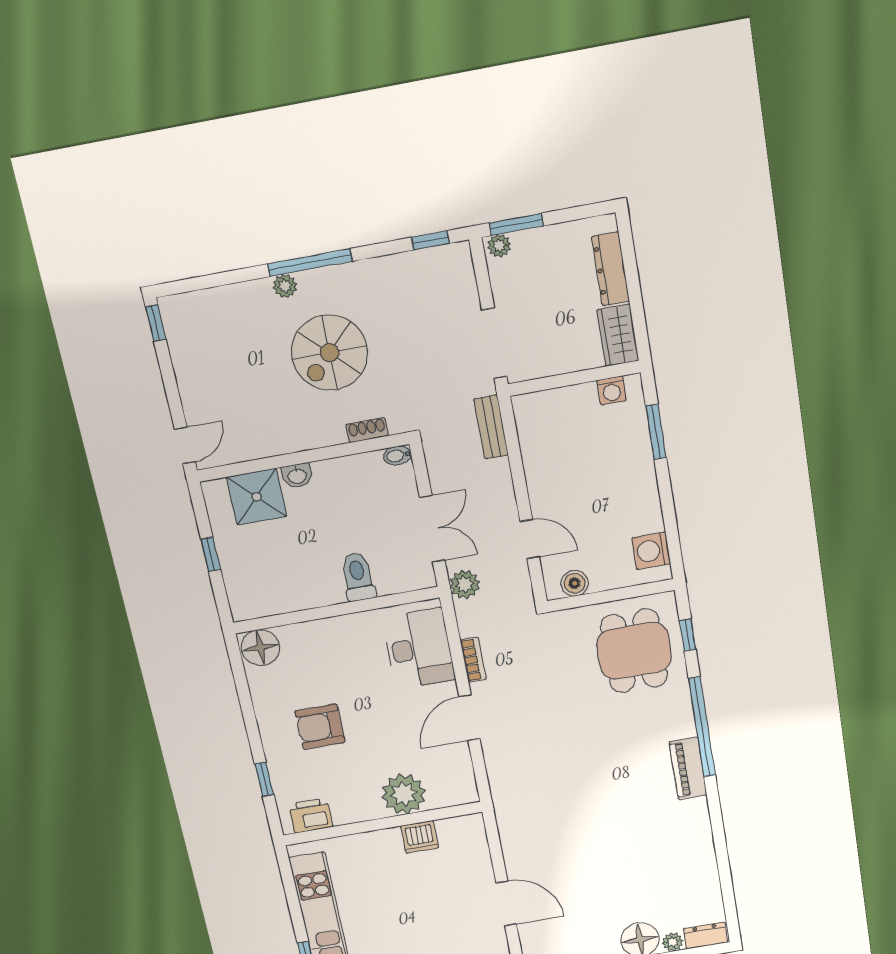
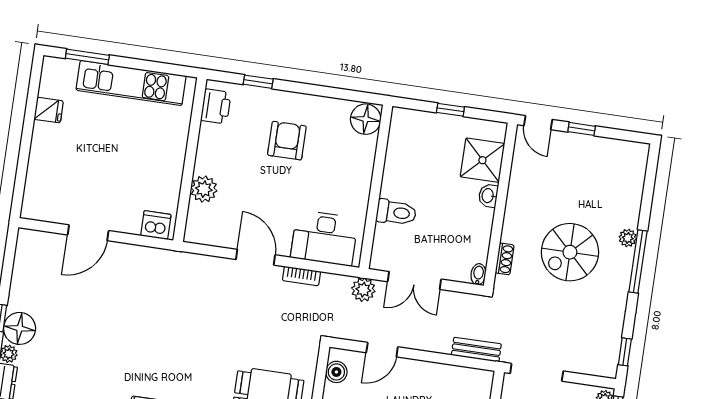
window: (156, 323) -> (582, 129), moved
spiral stairs: (329, 353) -> (570, 252), turned -90
plant: (404, 794) -> (204, 189), width x0.73, depth x0.73
dishwasher: (420, 837) -> (156, 225), moved, turned 90

